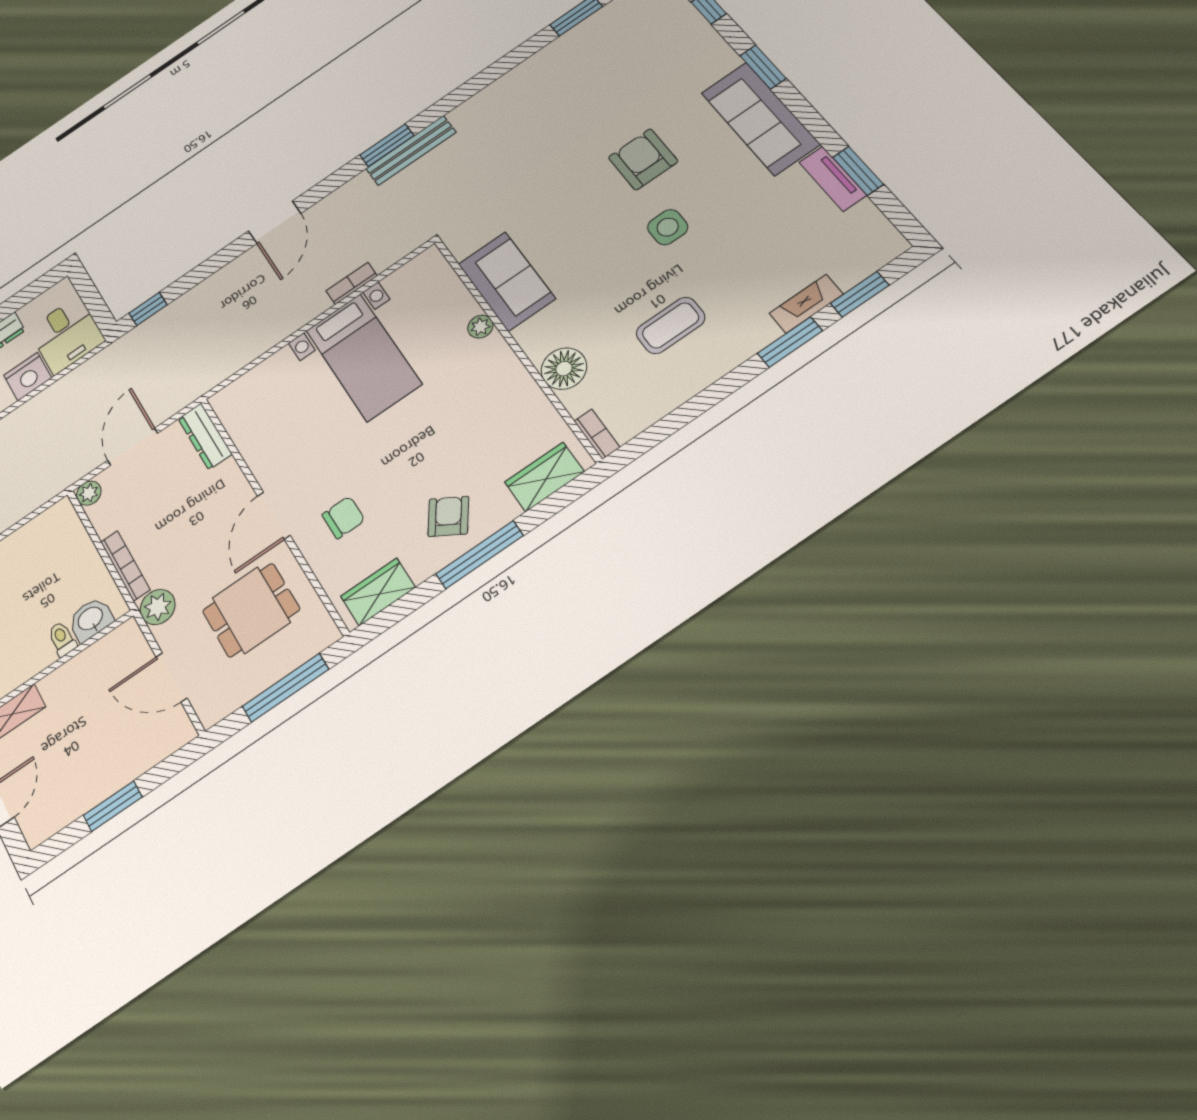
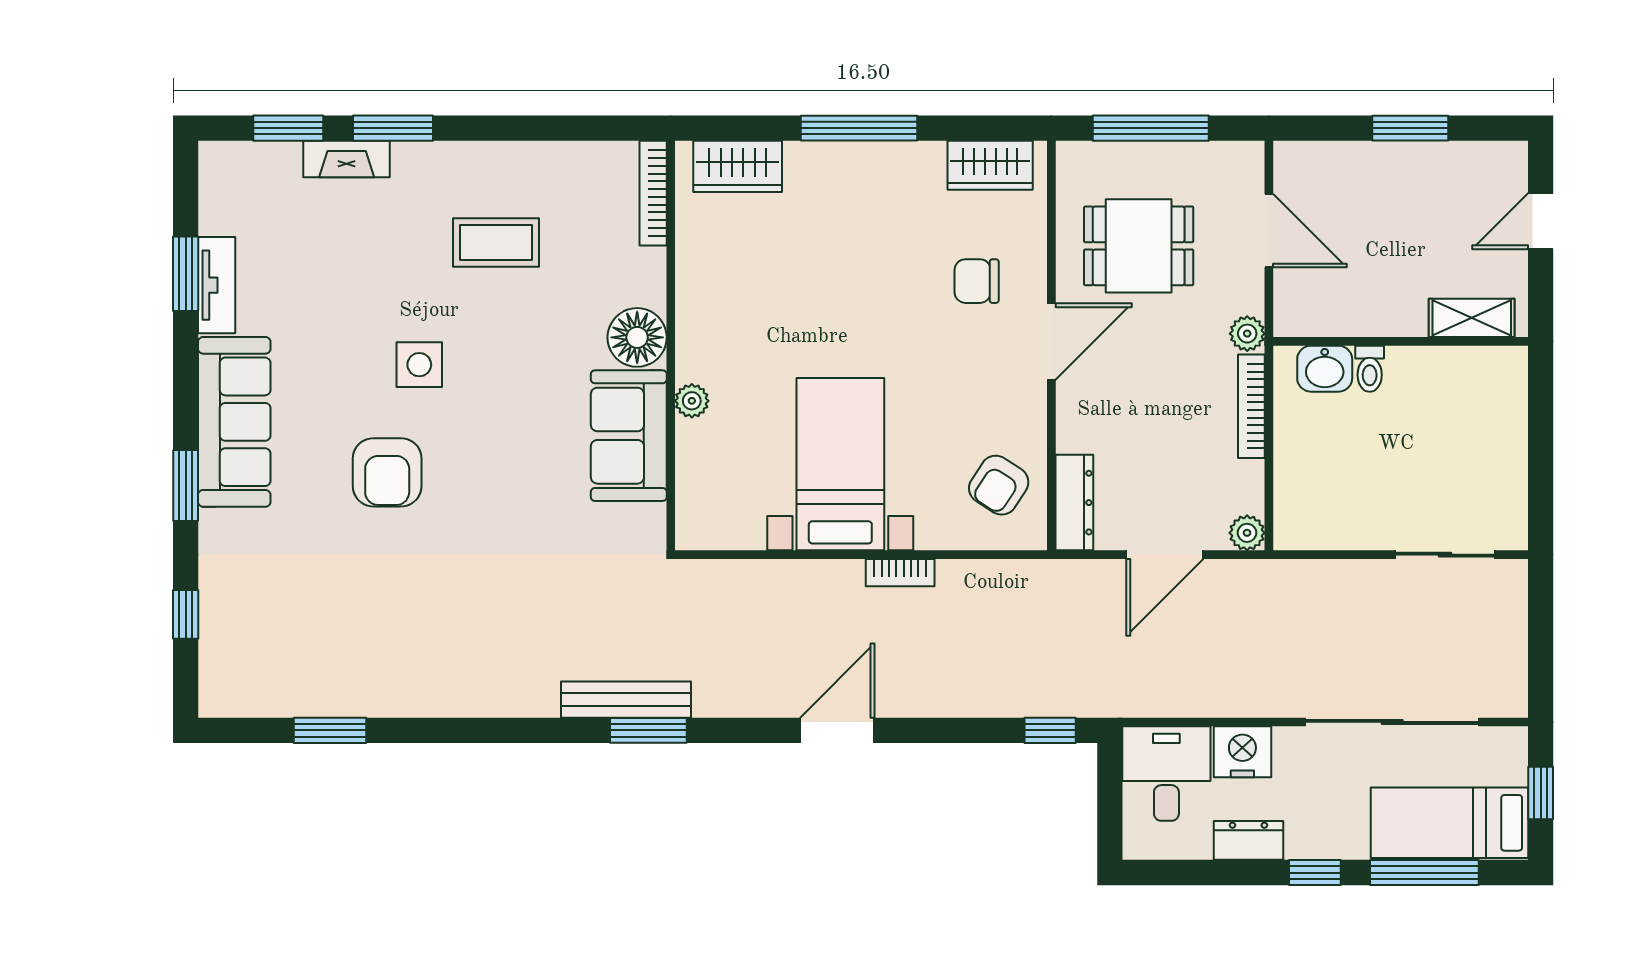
bookcase: (352, 283) -> (900, 573), moved
floor lamp: (564, 369) -> (637, 337), moved
bookcase: (597, 434) -> (653, 193), width x1.56
armchair: (448, 516) -> (999, 485), moved
plant: (158, 607) -> (1247, 334), width x0.73, depth x0.73

